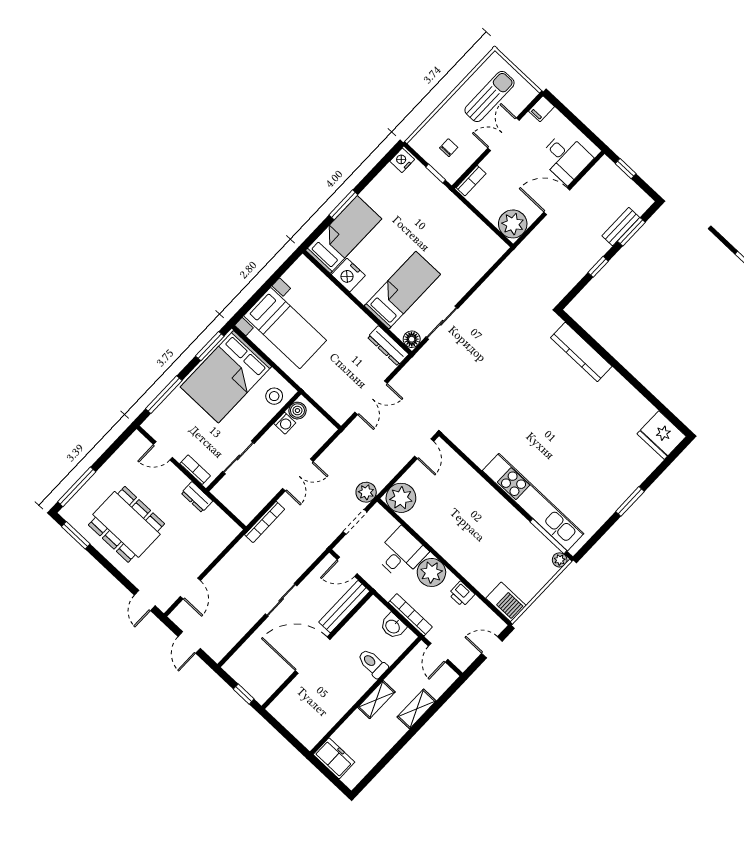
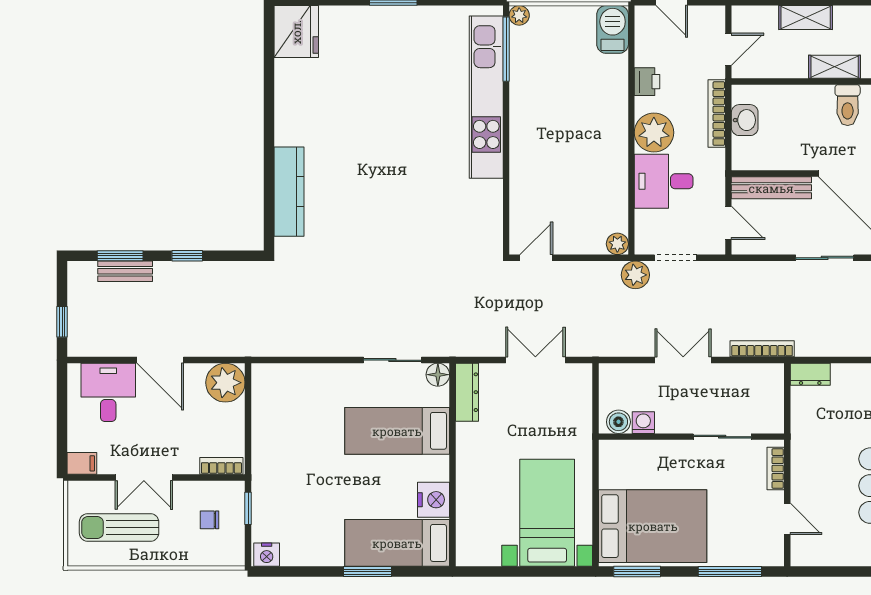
stool: (274, 396) -> (626, 459), removed
dresser: (197, 497) -> (810, 374), moved, turned 90
plant: (401, 498) -> (617, 244), width x0.53, depth x0.53
toilet: (373, 663) -> (848, 105), moved

